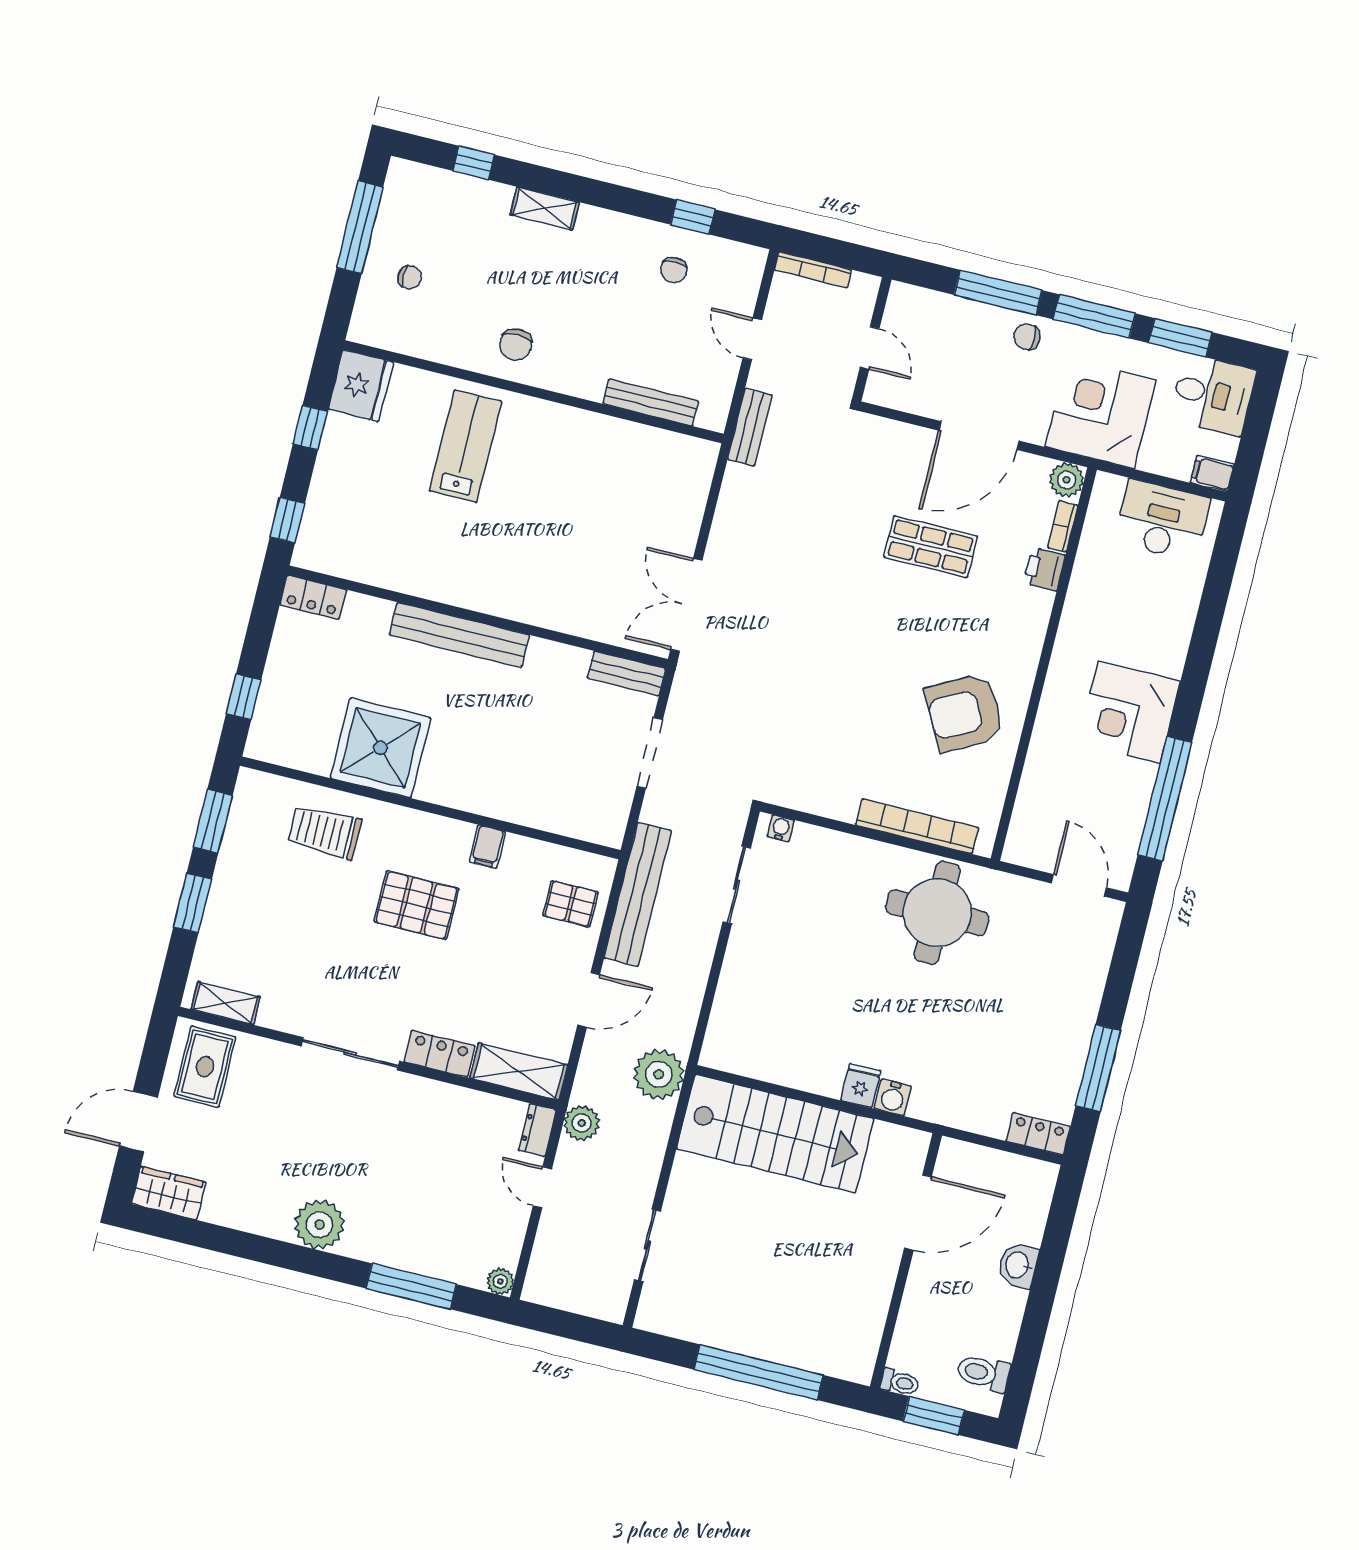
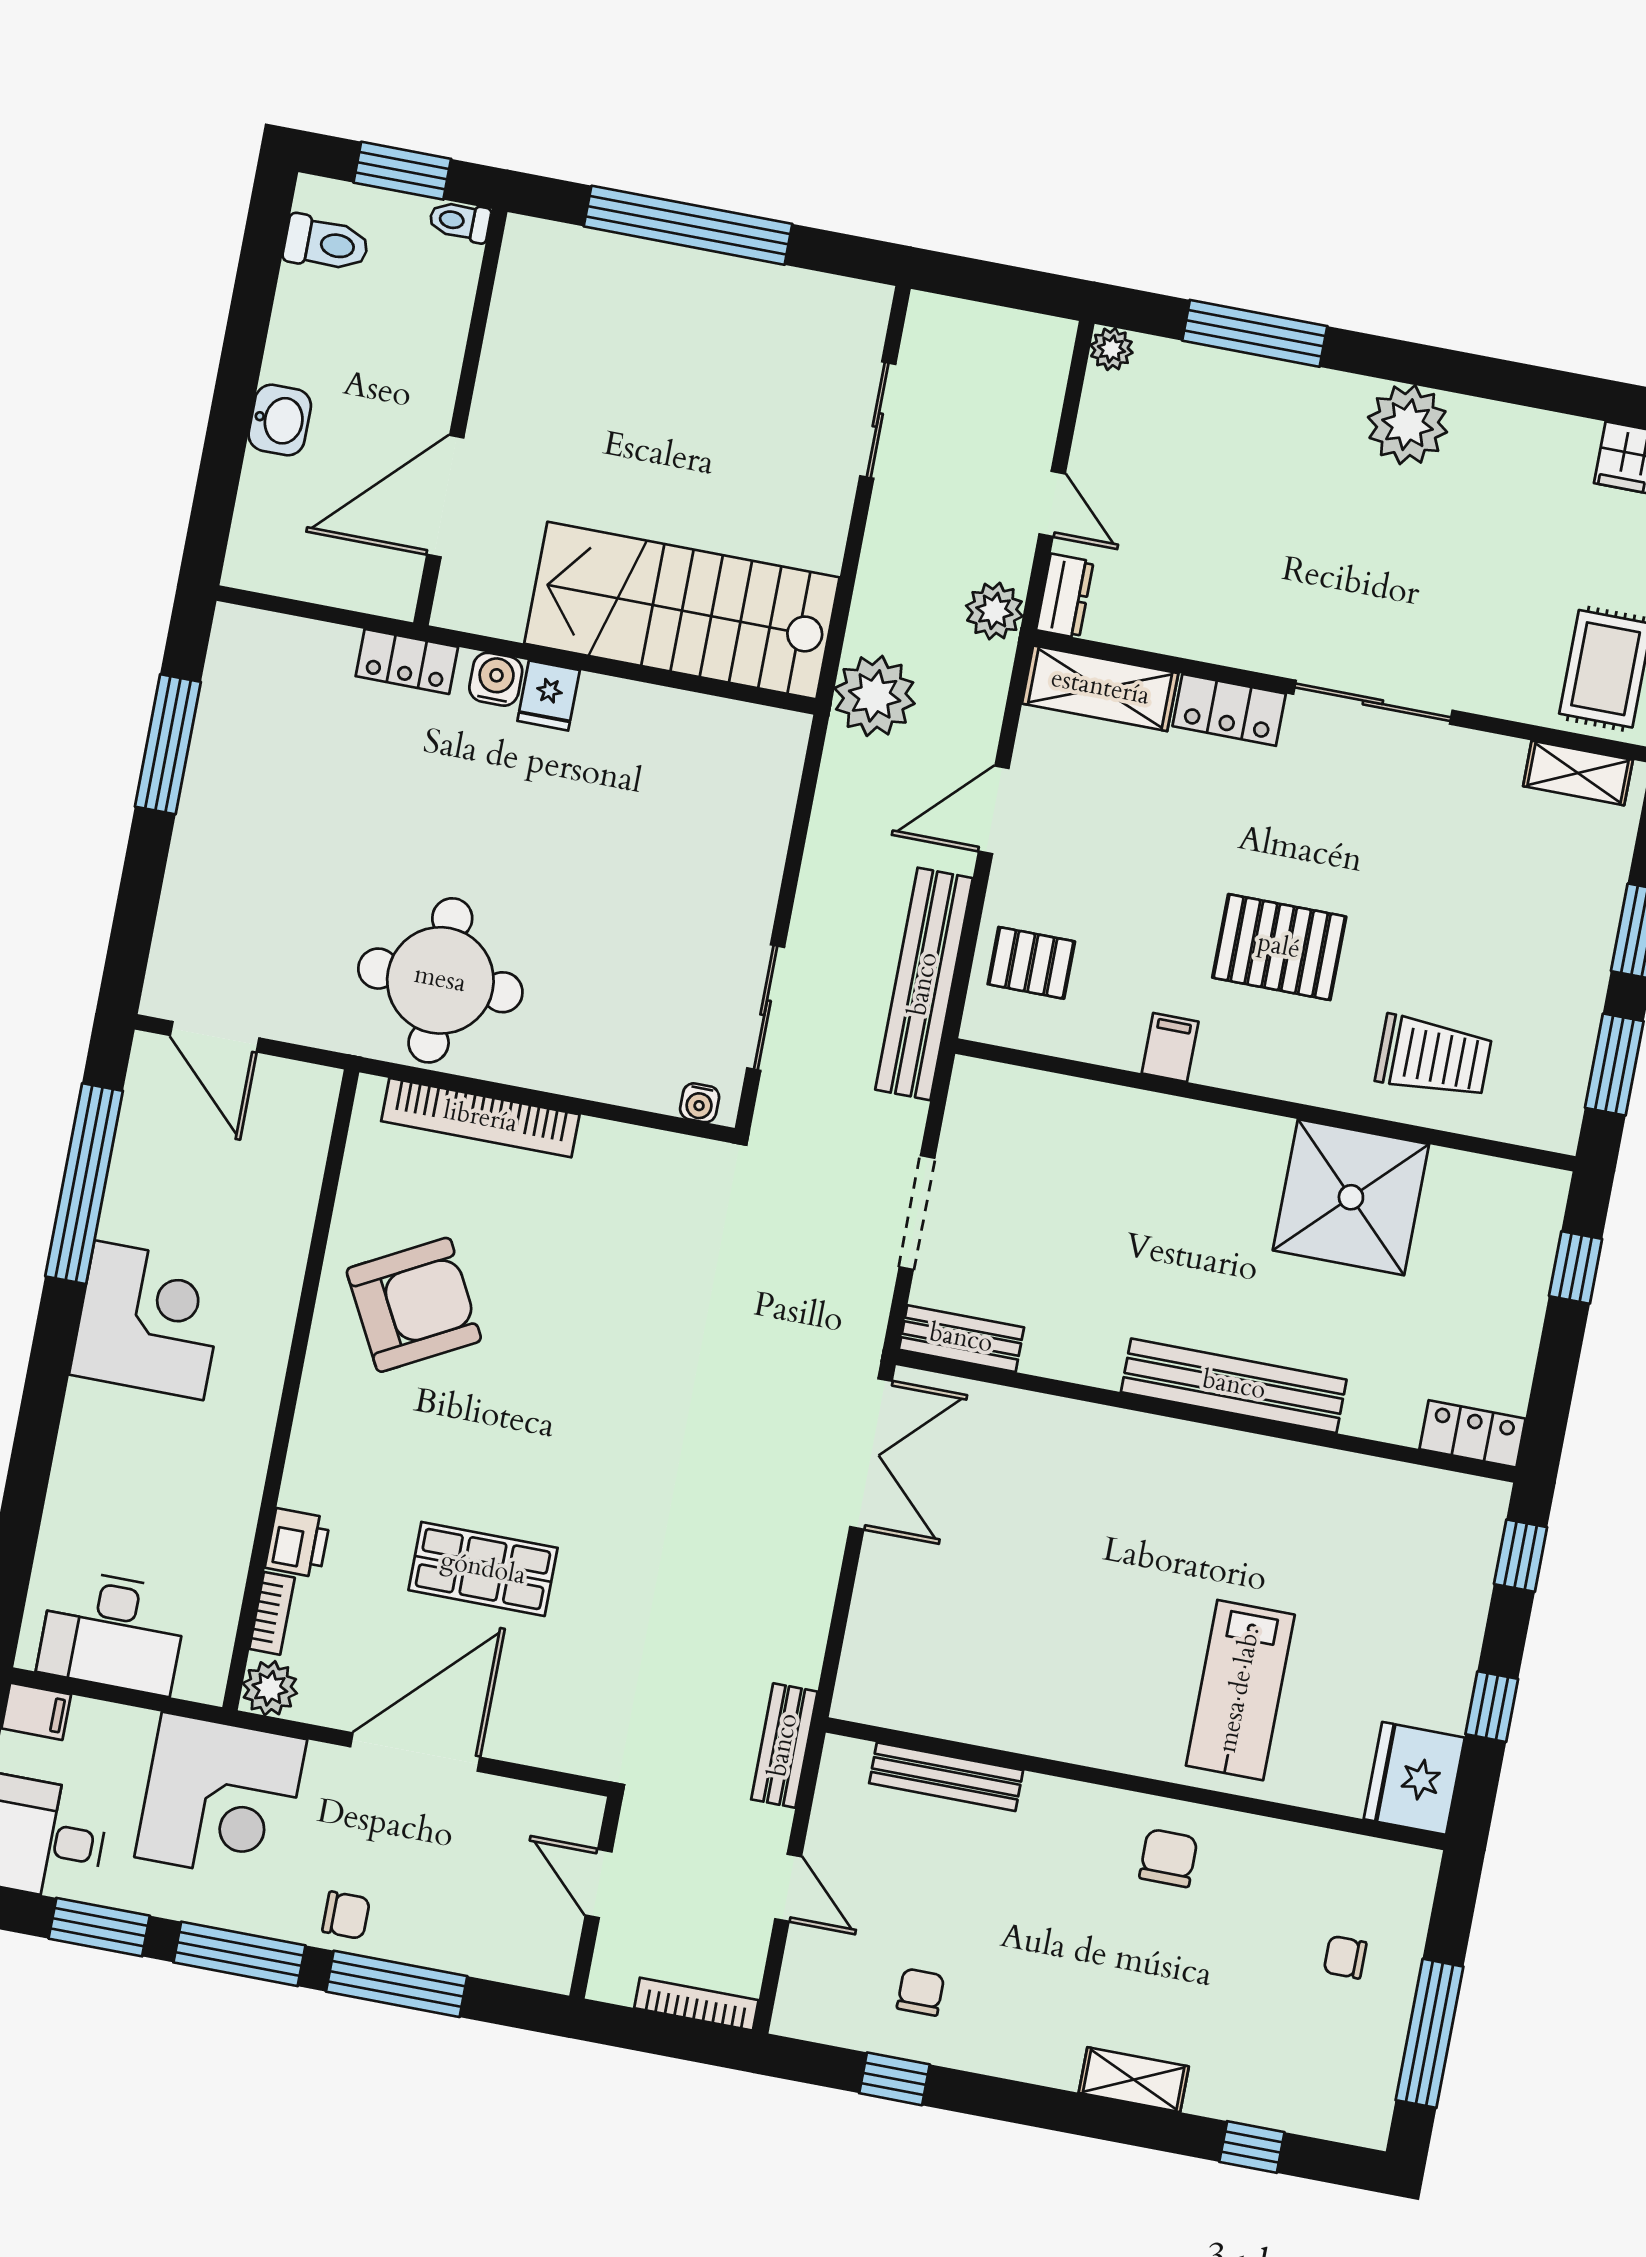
locker: (1038, 1134) -> (407, 662), moved

